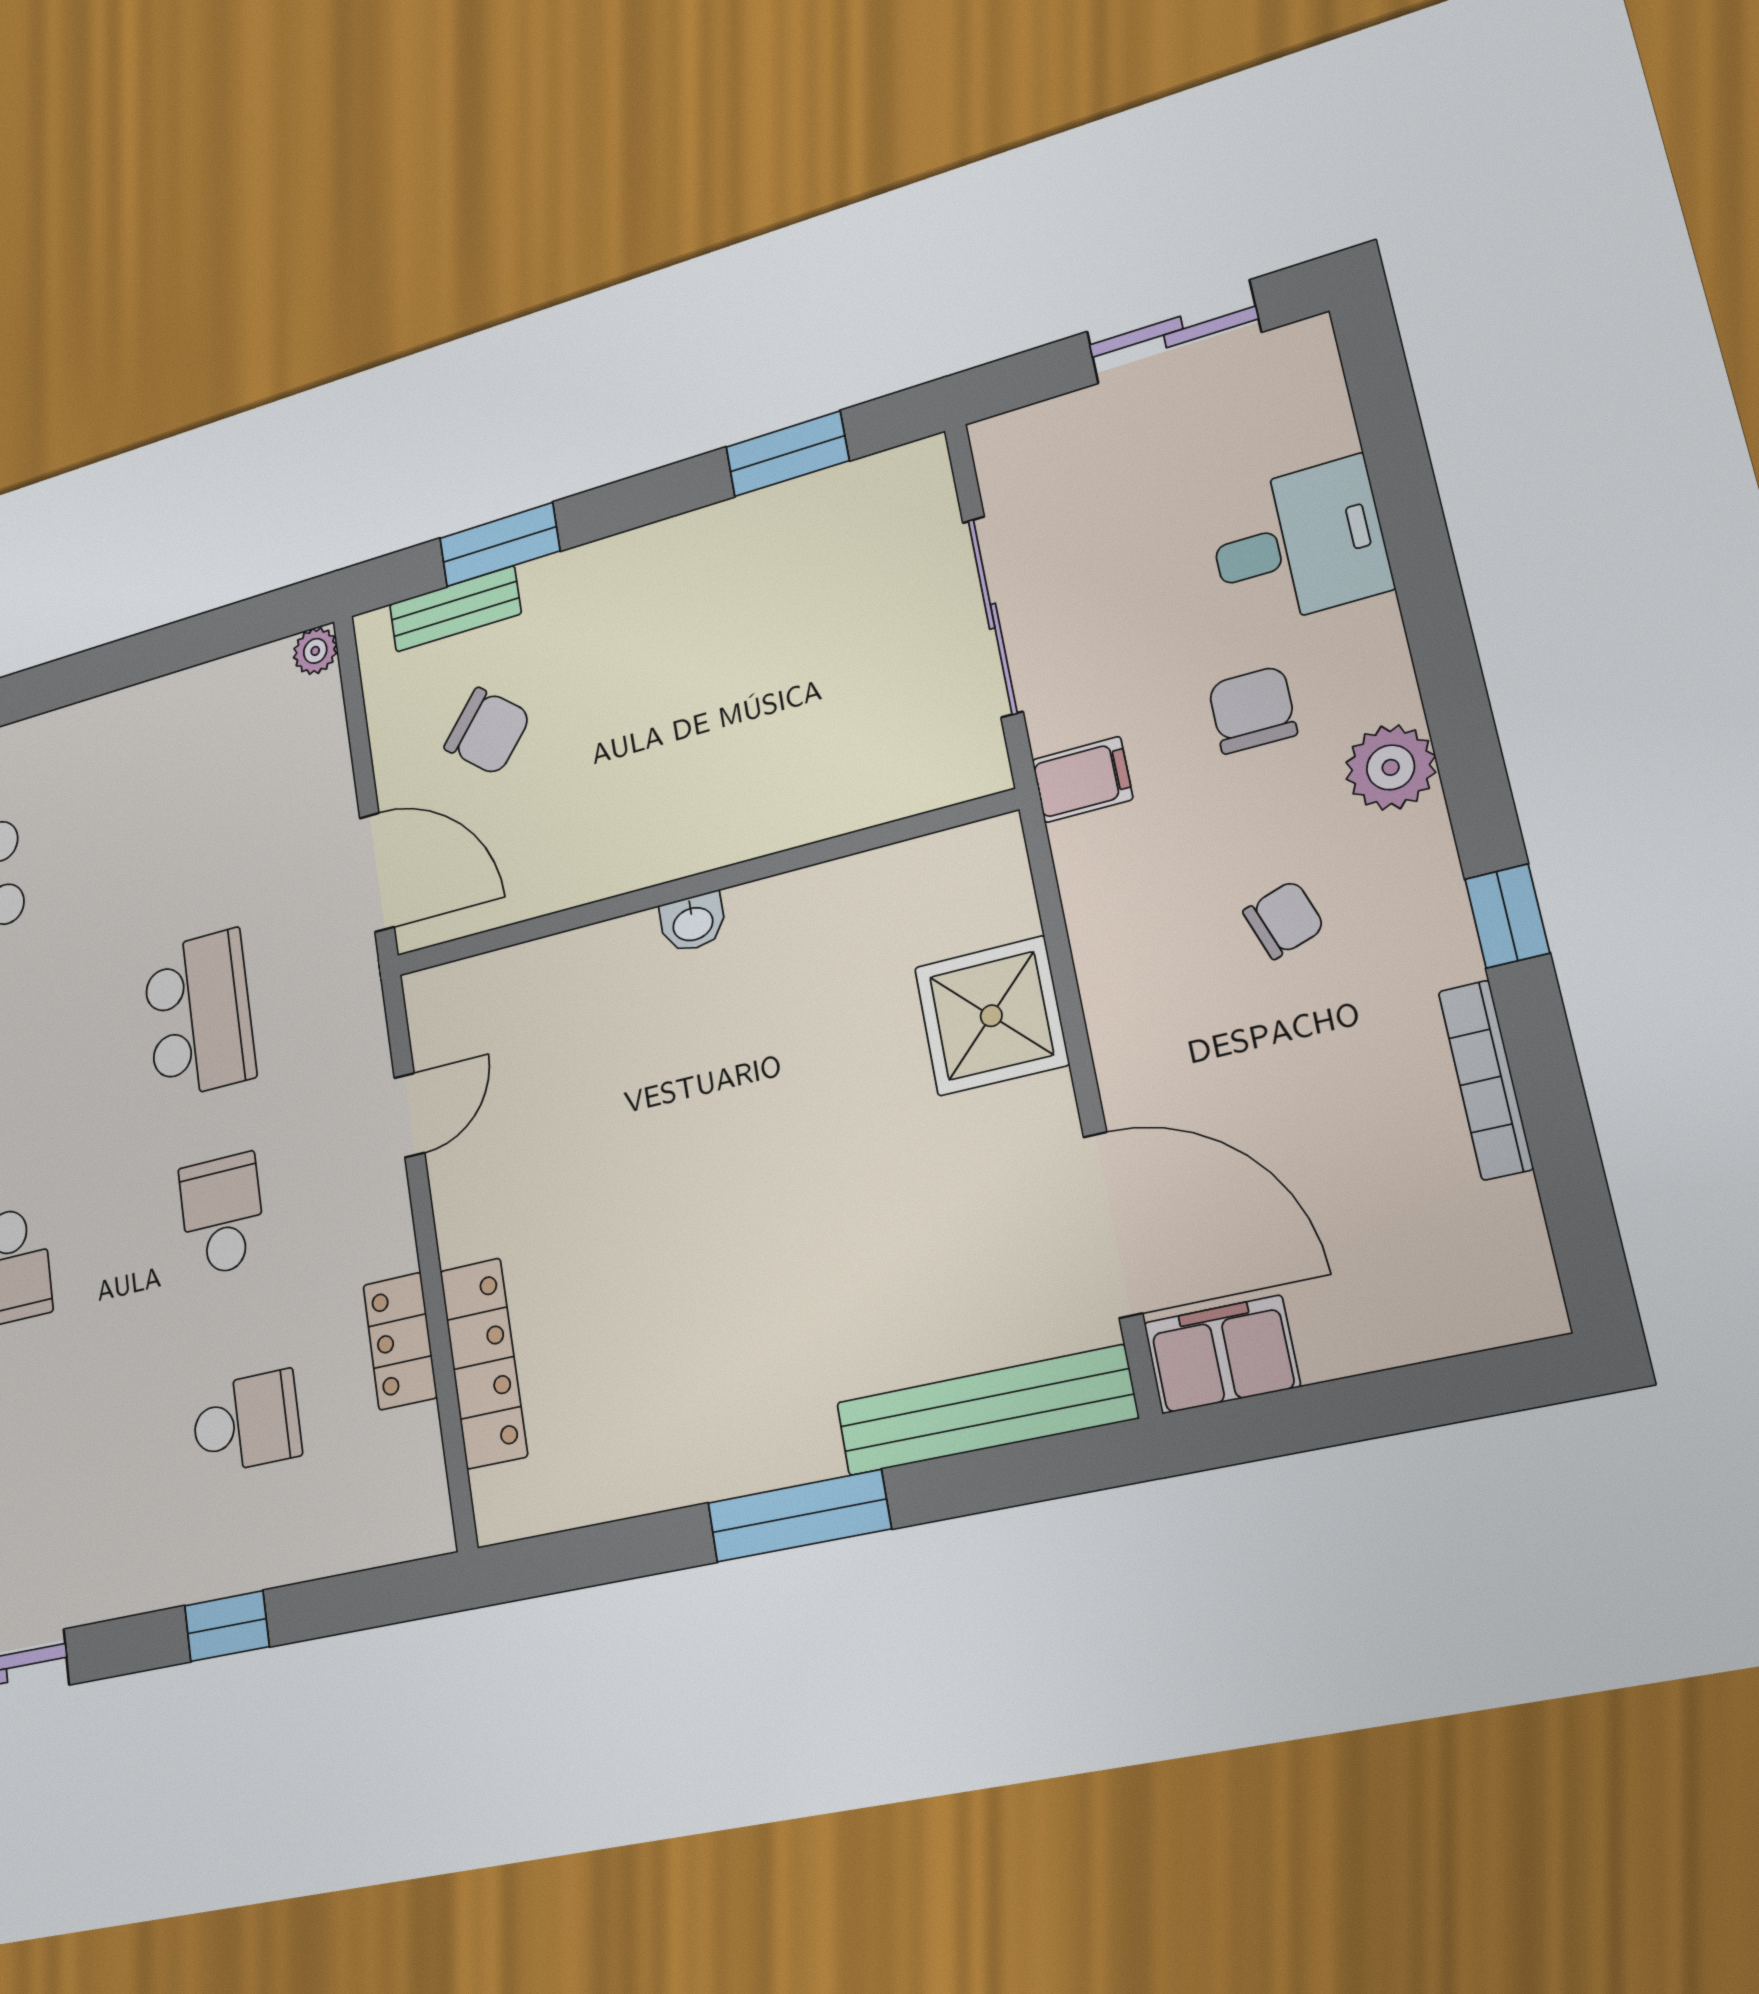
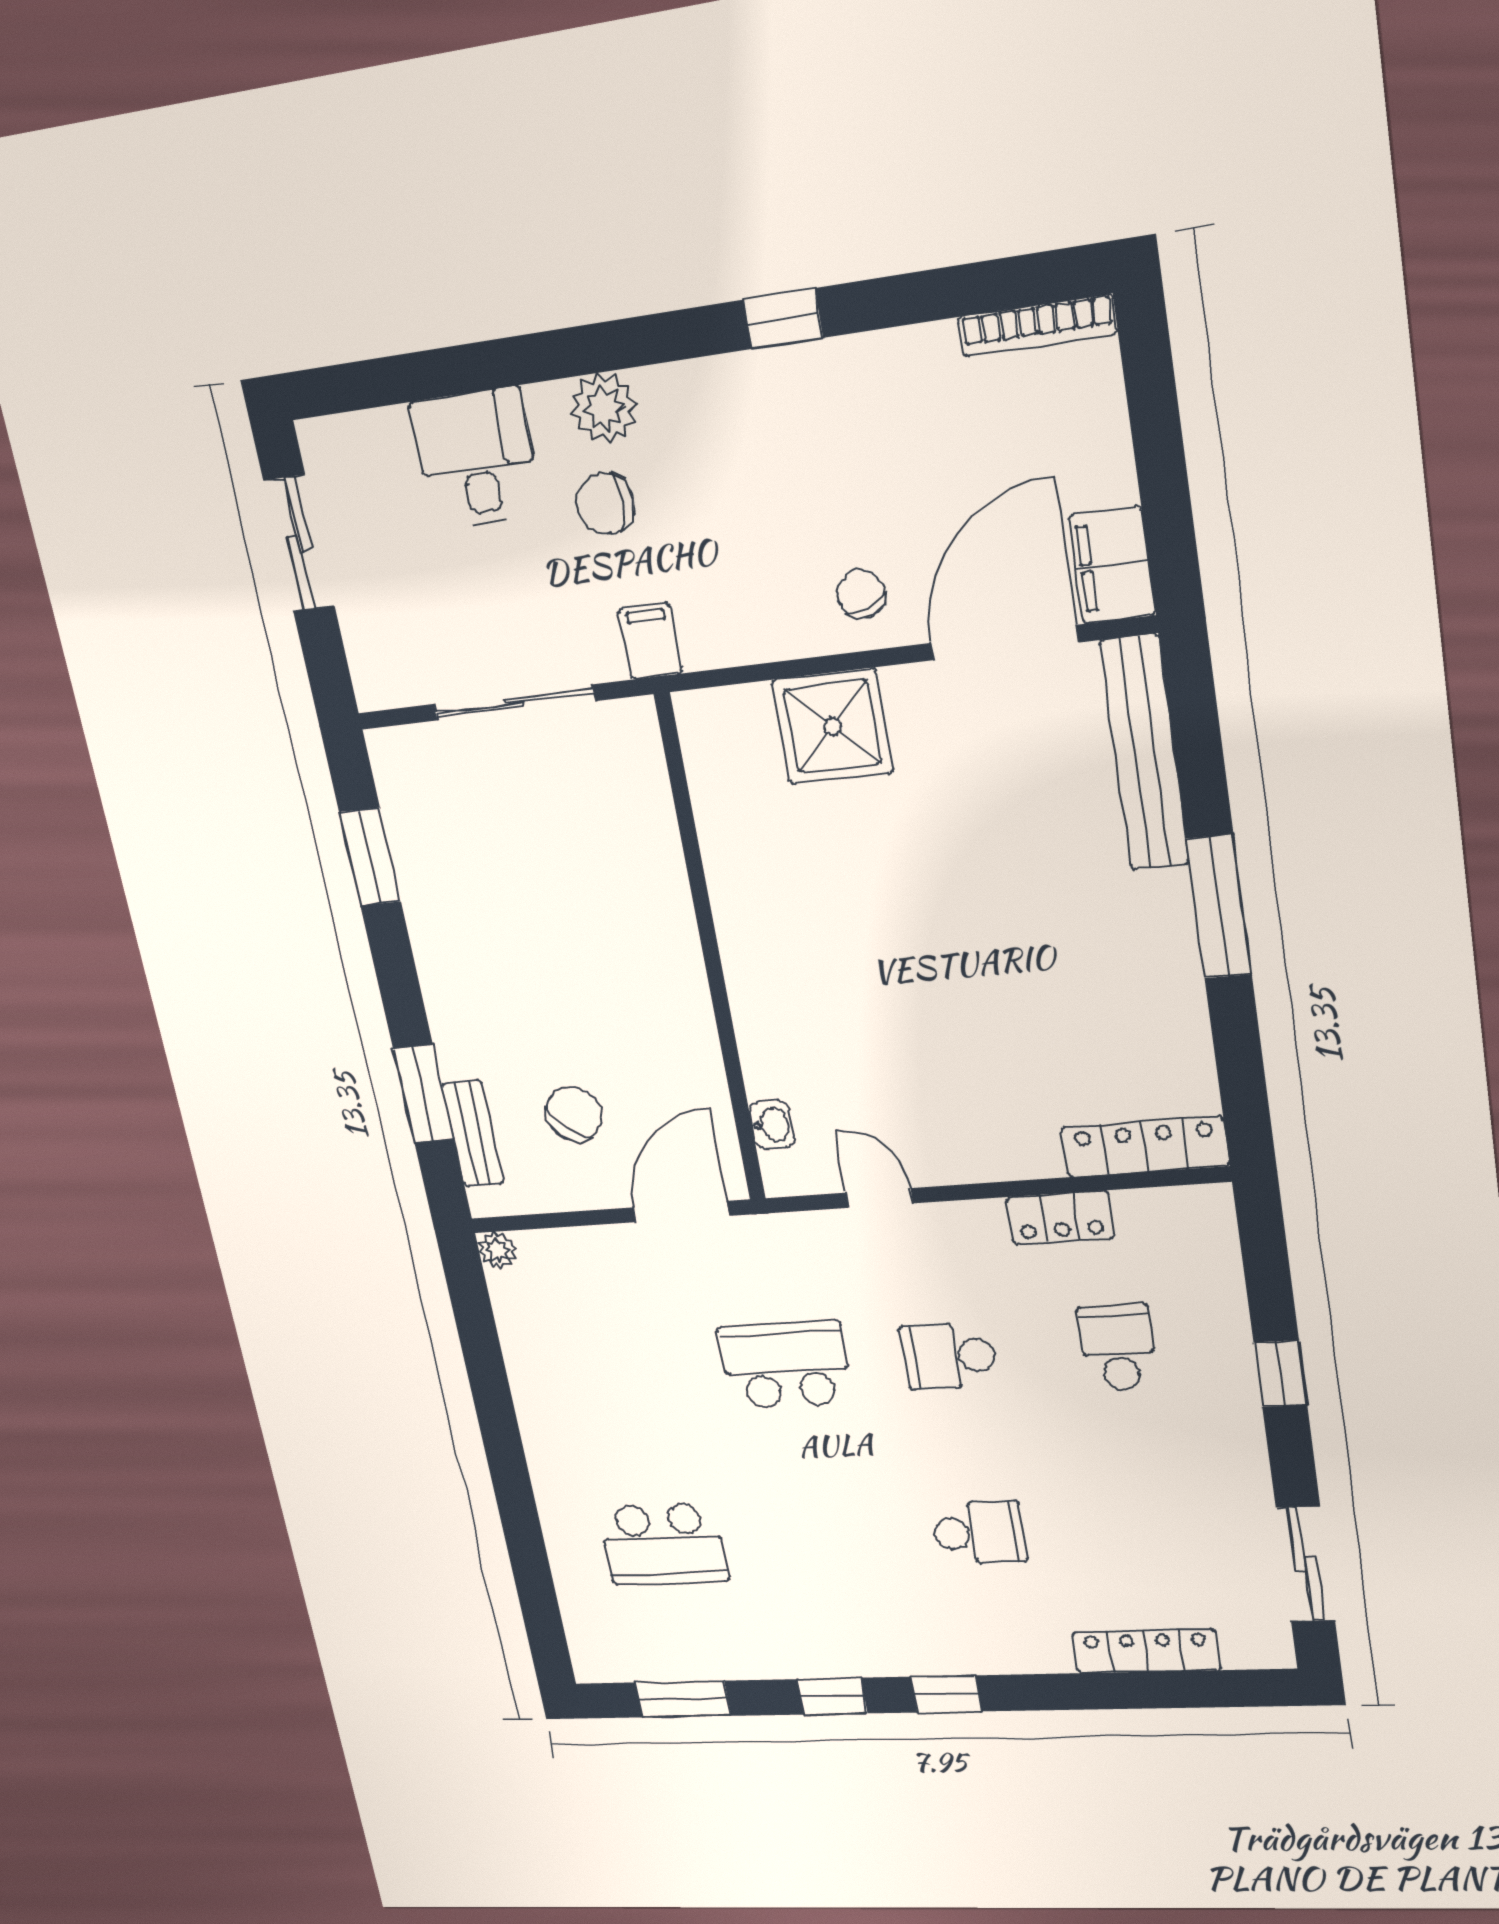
plant: (1391, 767) -> (604, 408), moved
chair: (1284, 919) -> (861, 594), moved
washbasin: (693, 923) -> (772, 1125), moved
bookcase: (1486, 1080) -> (1038, 326), moved
locker: (484, 1363) -> (1145, 1147), moved

